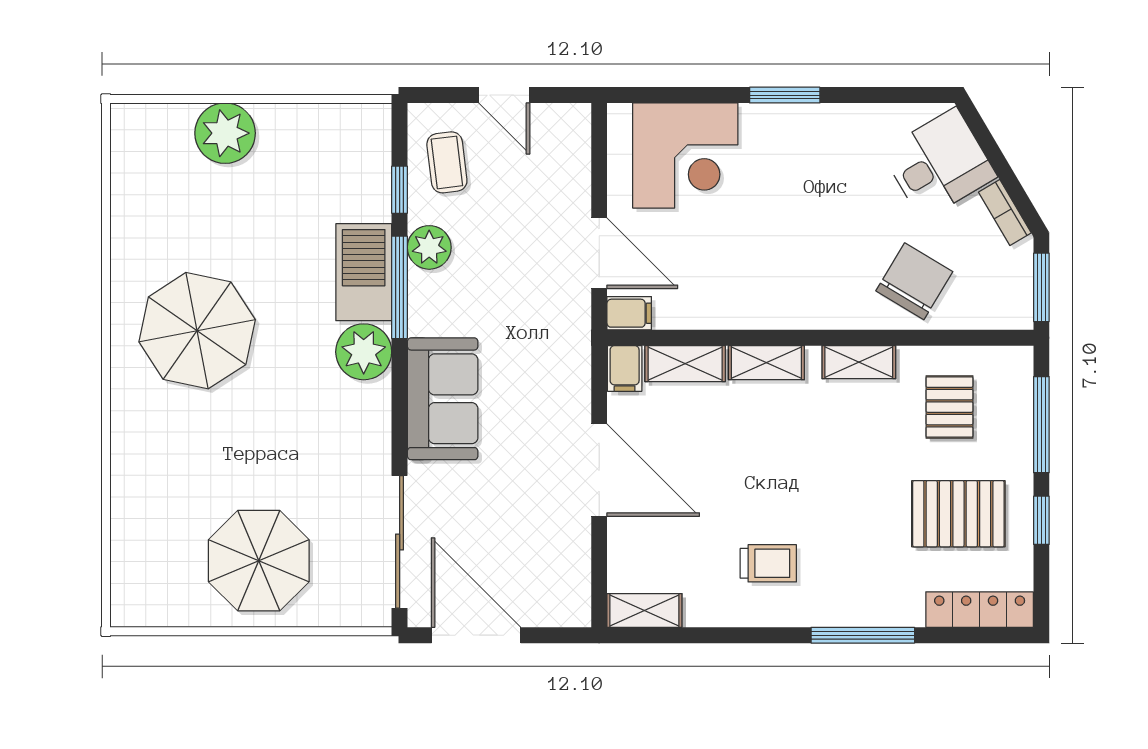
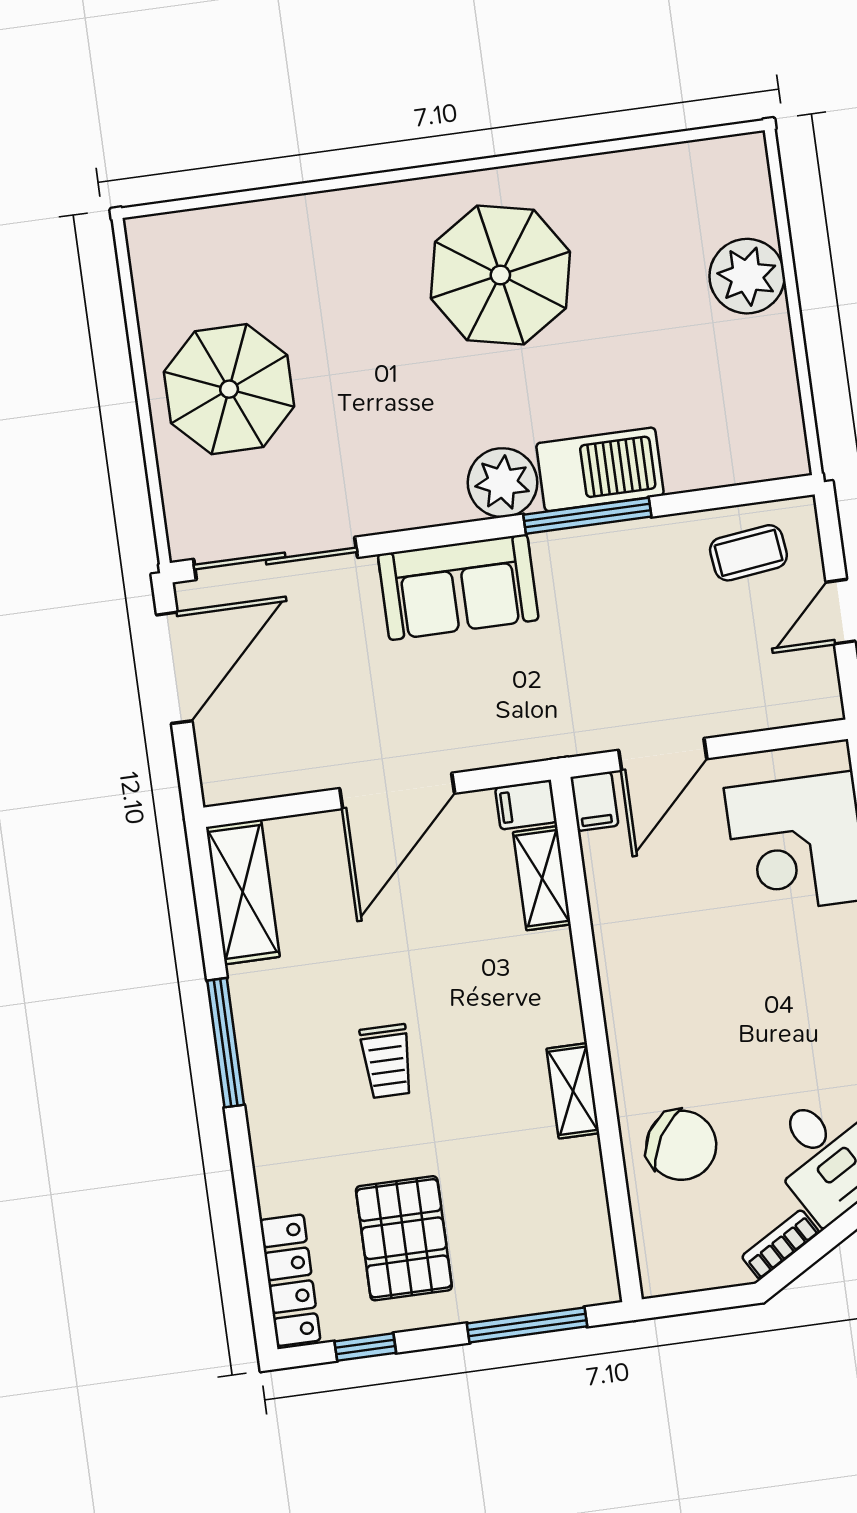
window: (400, 190) -> (707, 499), removed
plant: (429, 247) -> (641, 545), removed
window: (1041, 287) -> (695, 1302), removed
shelving: (766, 363) -> (557, 978), removed
pallet: (949, 407) -> (533, 1209), removed
window: (1041, 520) -> (365, 1347), moved
trolley: (768, 563) -> (387, 1061), moved
shelving: (644, 610) -> (243, 892), width x1.50, depth x1.33
window: (863, 635) -> (226, 1043), moved

